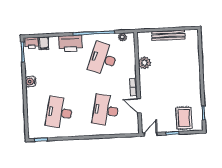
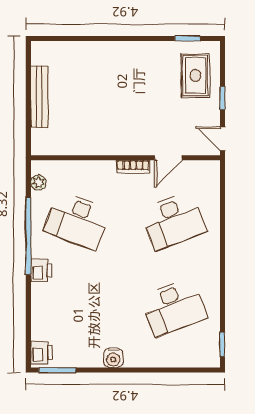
filing cabinet: (44, 43) -> (43, 330), removed
printer: (70, 44) -> (41, 270), width x0.53, depth x0.68
plant: (145, 63) -> (89, 144), removed
desk: (106, 110) -> (174, 221), turned -33
desk: (59, 113) -> (174, 307), turned -33
rug: (184, 118) -> (195, 75), turned 90

